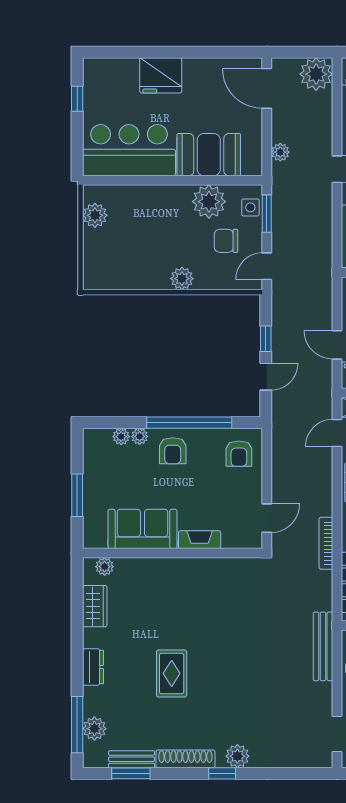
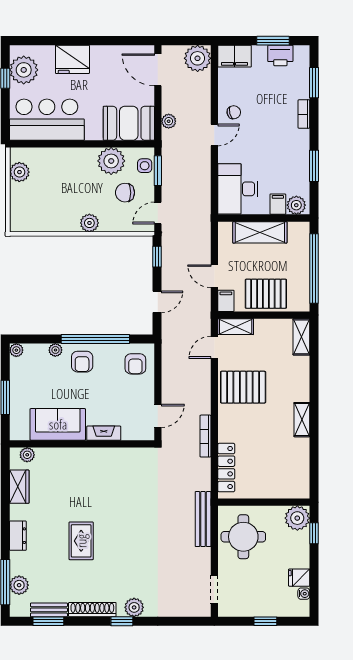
plant: (100, 88) -> (24, 70), added
booth: (209, 155) -> (129, 123), moved
window: (266, 339) -> (157, 257), moved
plant: (121, 437) -> (16, 350), moved

